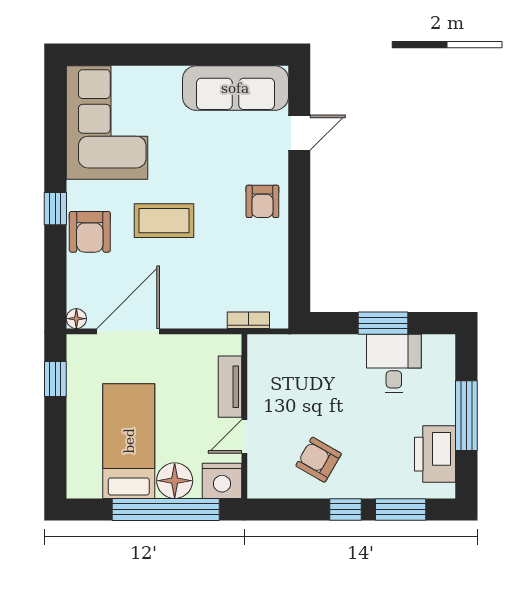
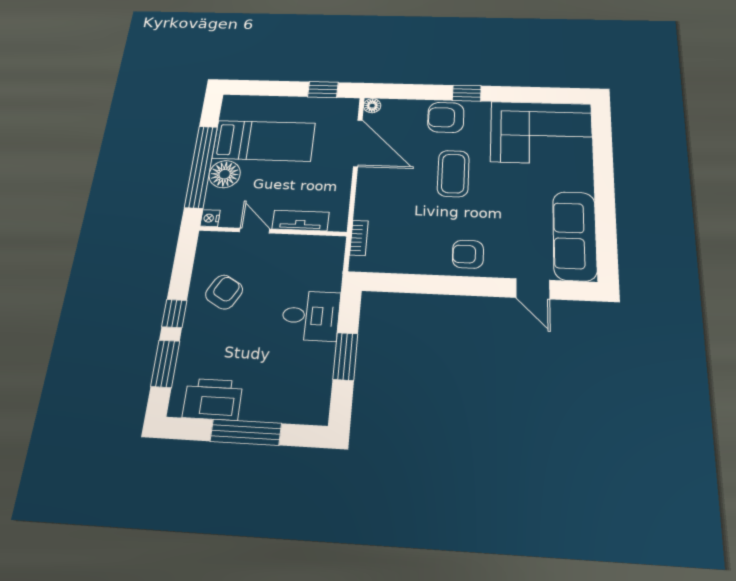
desk: (394, 363) -> (311, 316), moved
nightstand: (222, 481) -> (210, 218), width x0.53, depth x0.56

